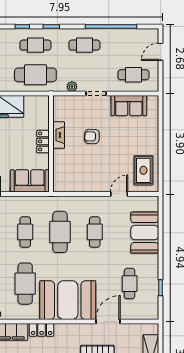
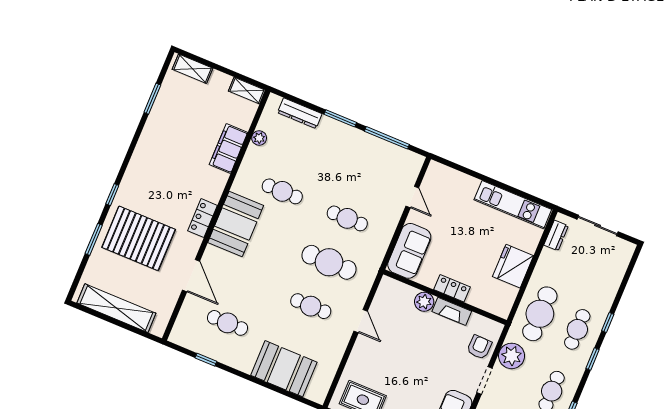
plant: (72, 86) -> (512, 356), width x1.88, depth x1.88
armchair: (92, 136) -> (479, 347), moved
plant: (60, 156) -> (424, 302), added
door: (119, 194) -> (361, 321), moved
cafe table: (25, 284) -> (282, 191), width x0.73, depth x0.74
booth: (68, 300) -> (236, 224), width x0.73, depth x0.70
locker: (42, 330) -> (203, 218), moved

